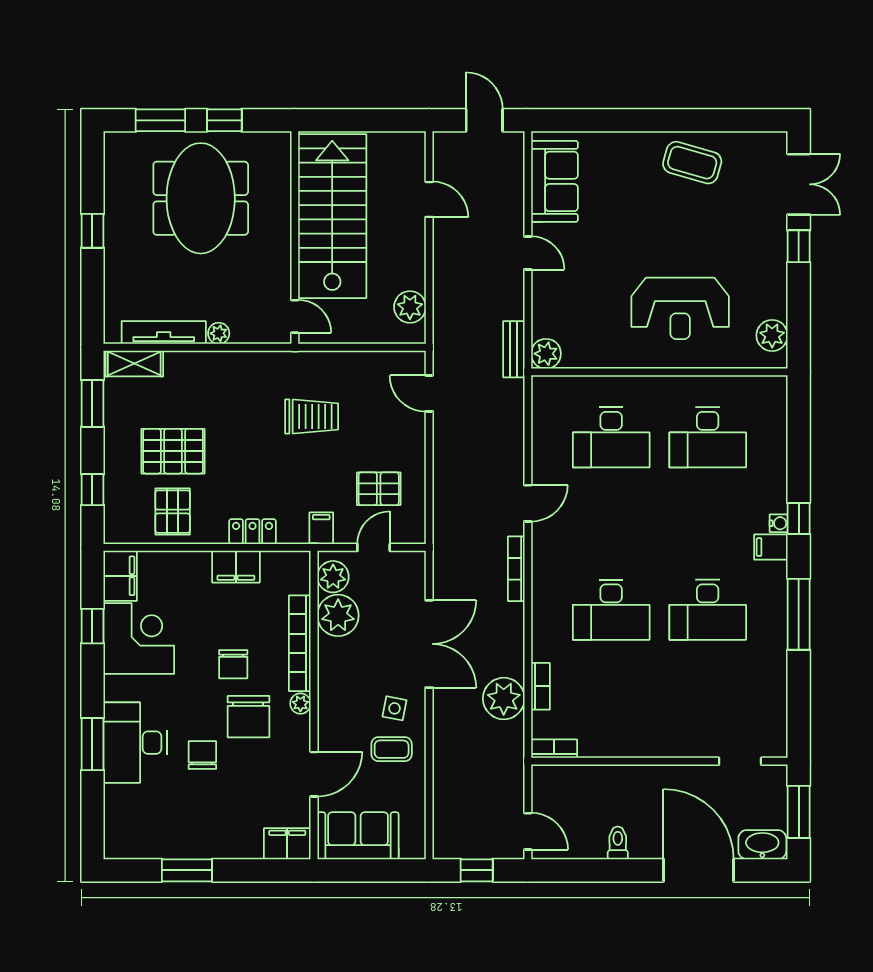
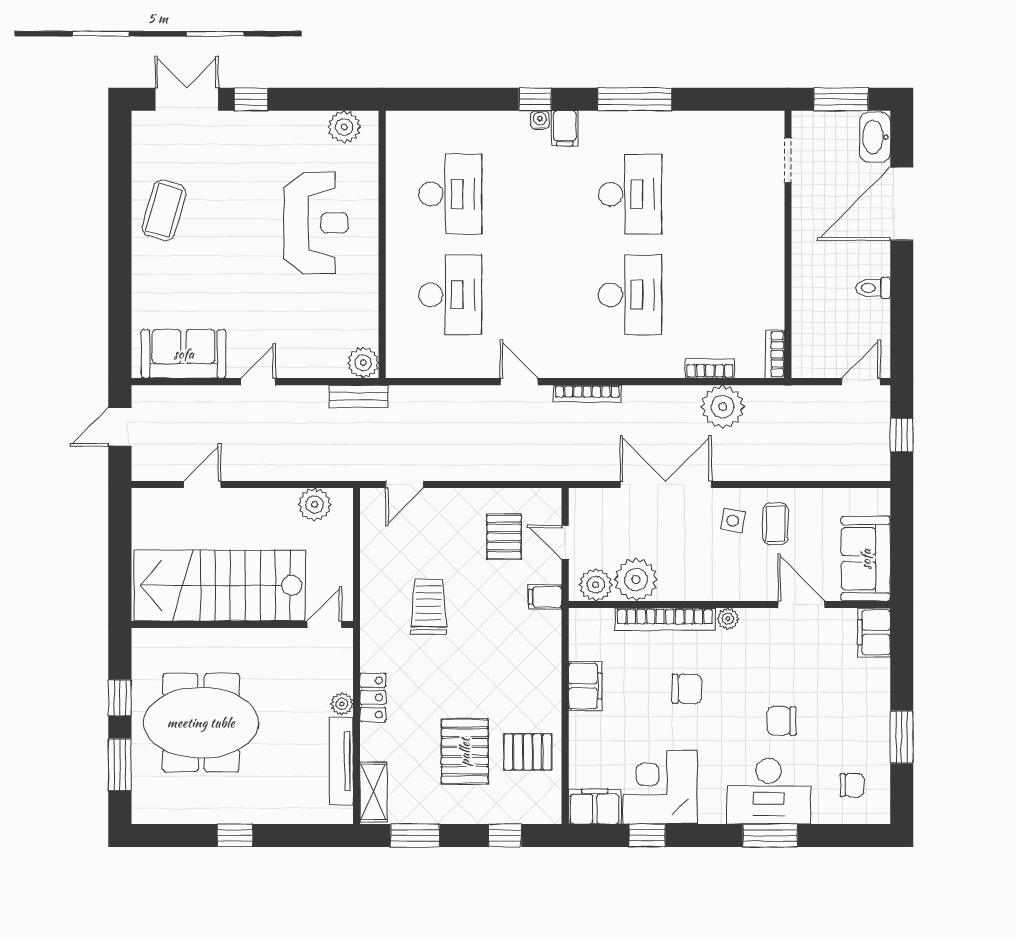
locker: (253, 532) -> (373, 697), moved, turned 180
chair: (248, 717) -> (852, 785), moved, width x0.54, depth x0.54

